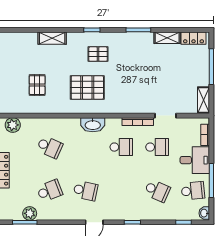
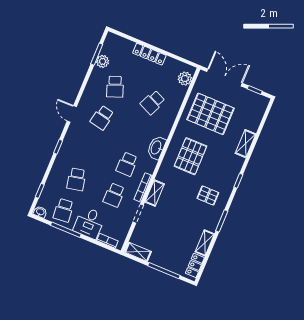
pallet: (98, 54) -> (208, 196), moved, turned 90
pallet: (37, 85) -> (211, 114), width x2.05, depth x2.00
shelving: (138, 108) -> (155, 193), added
school desk: (157, 191) -> (76, 179), turned -36

